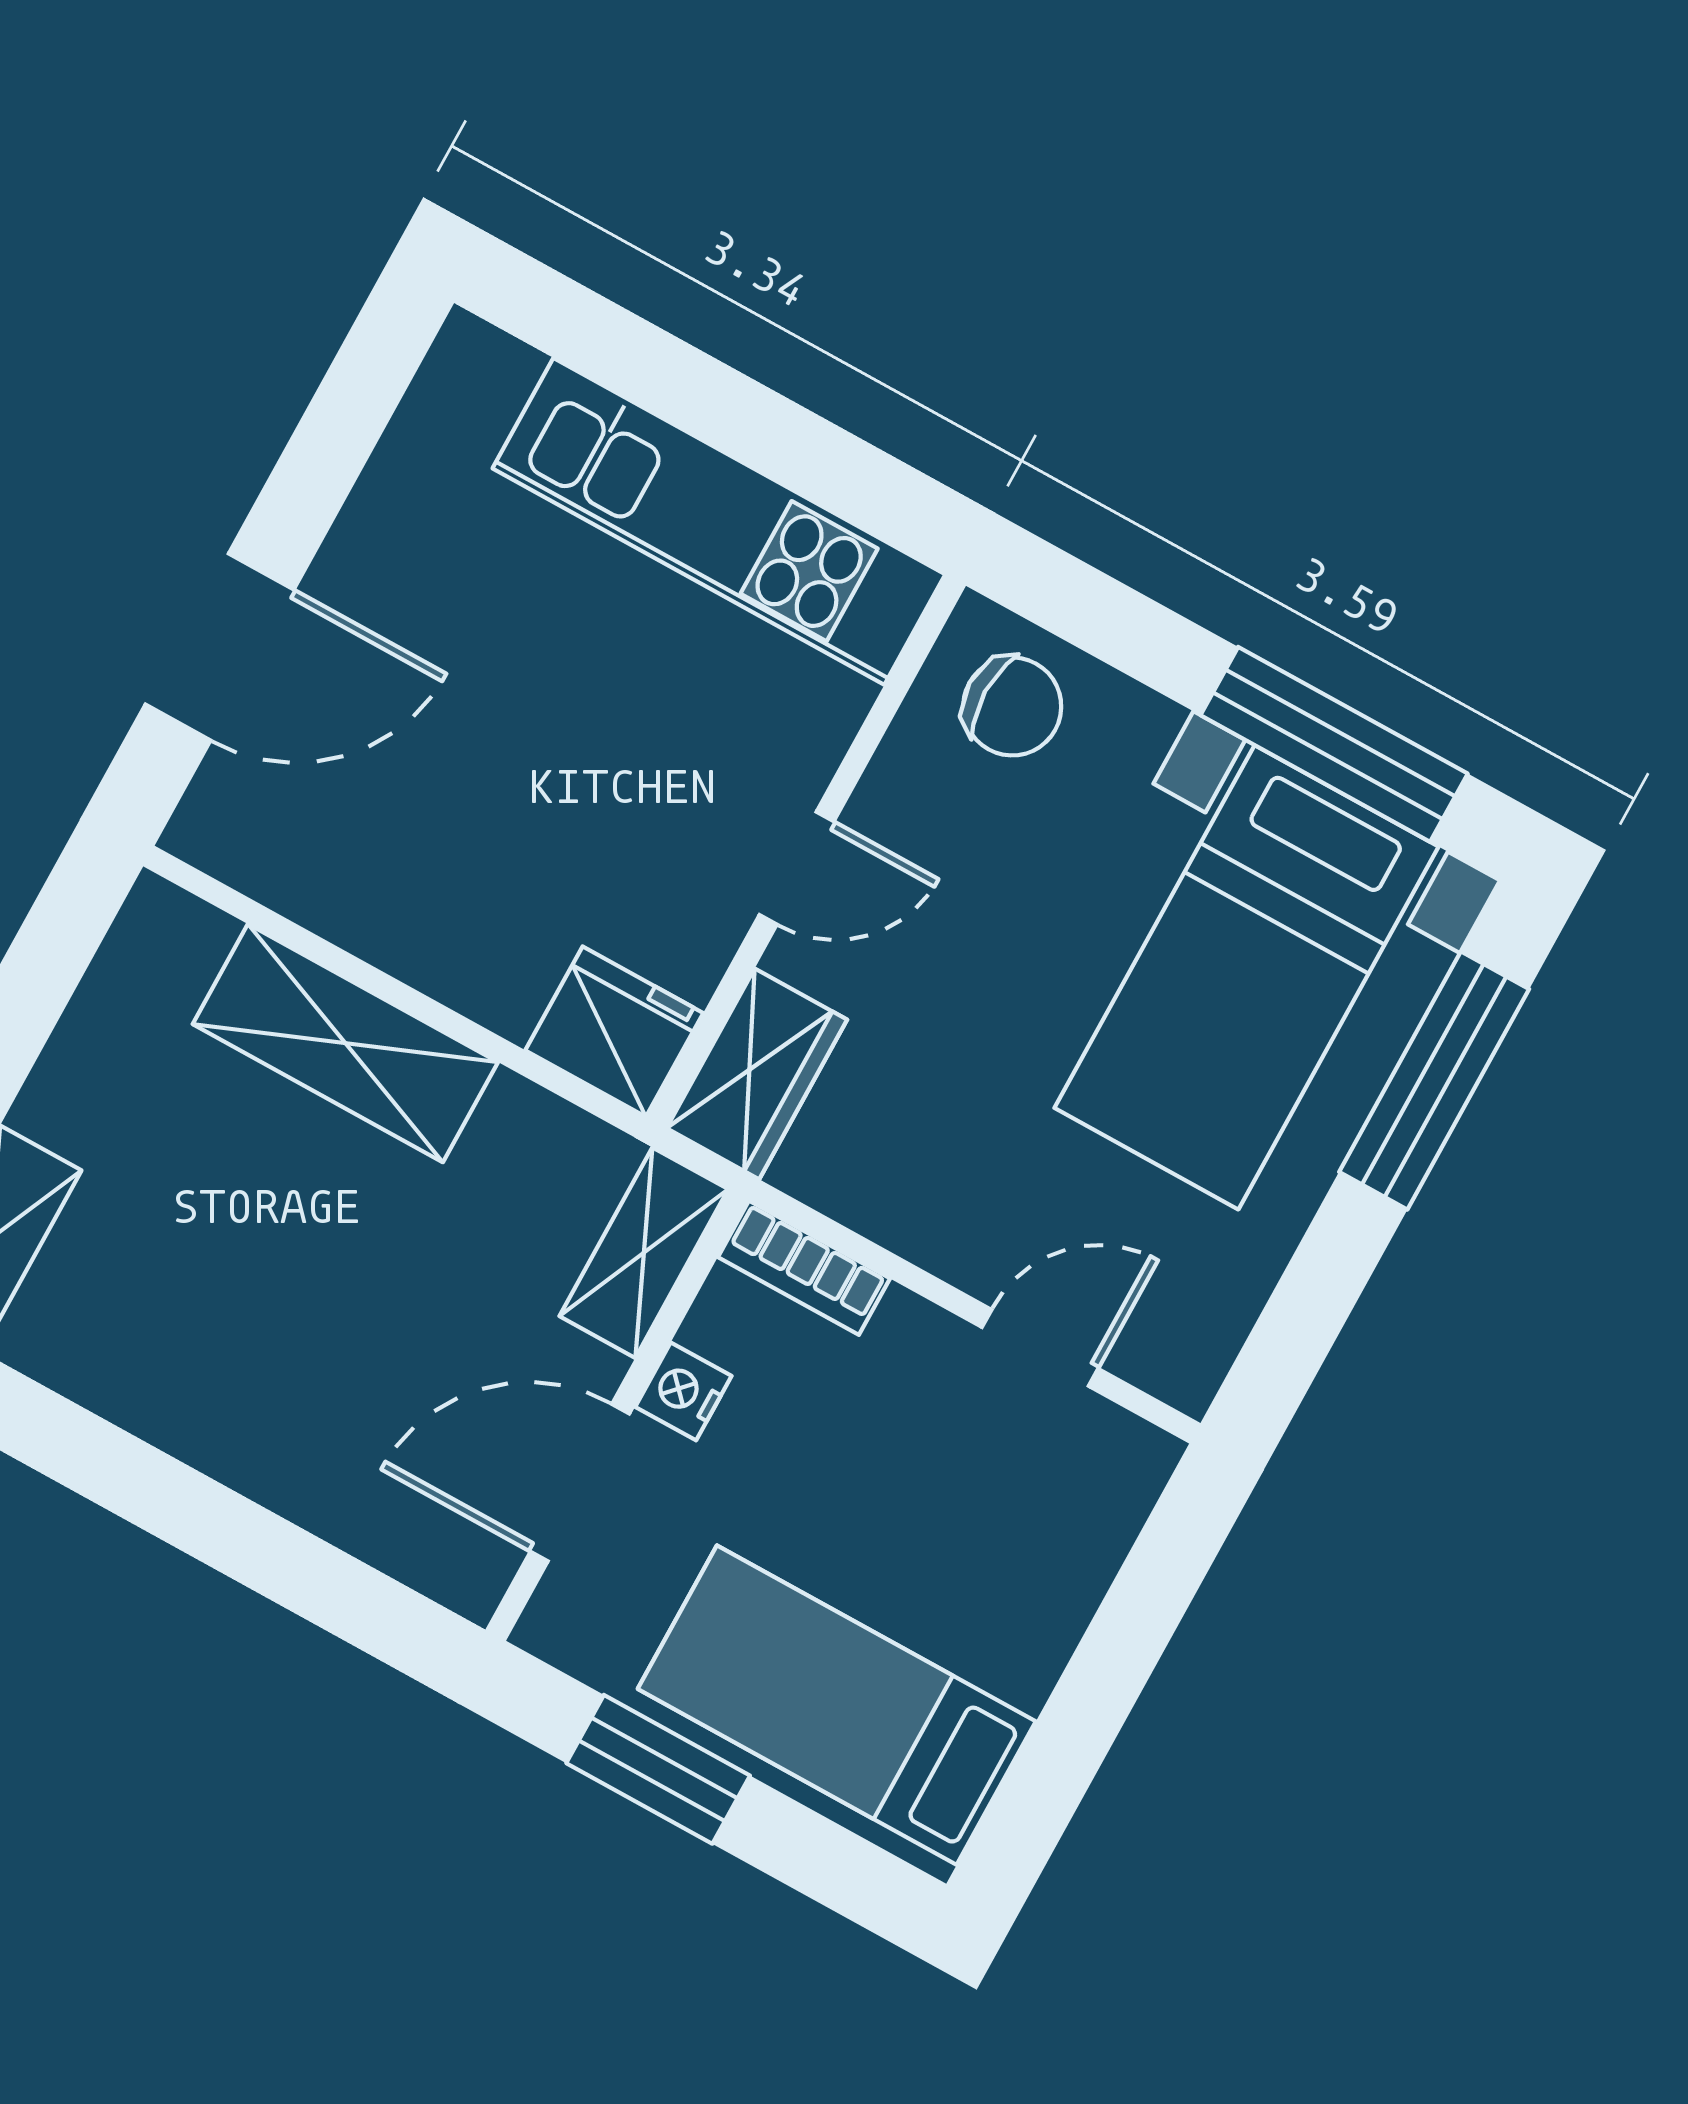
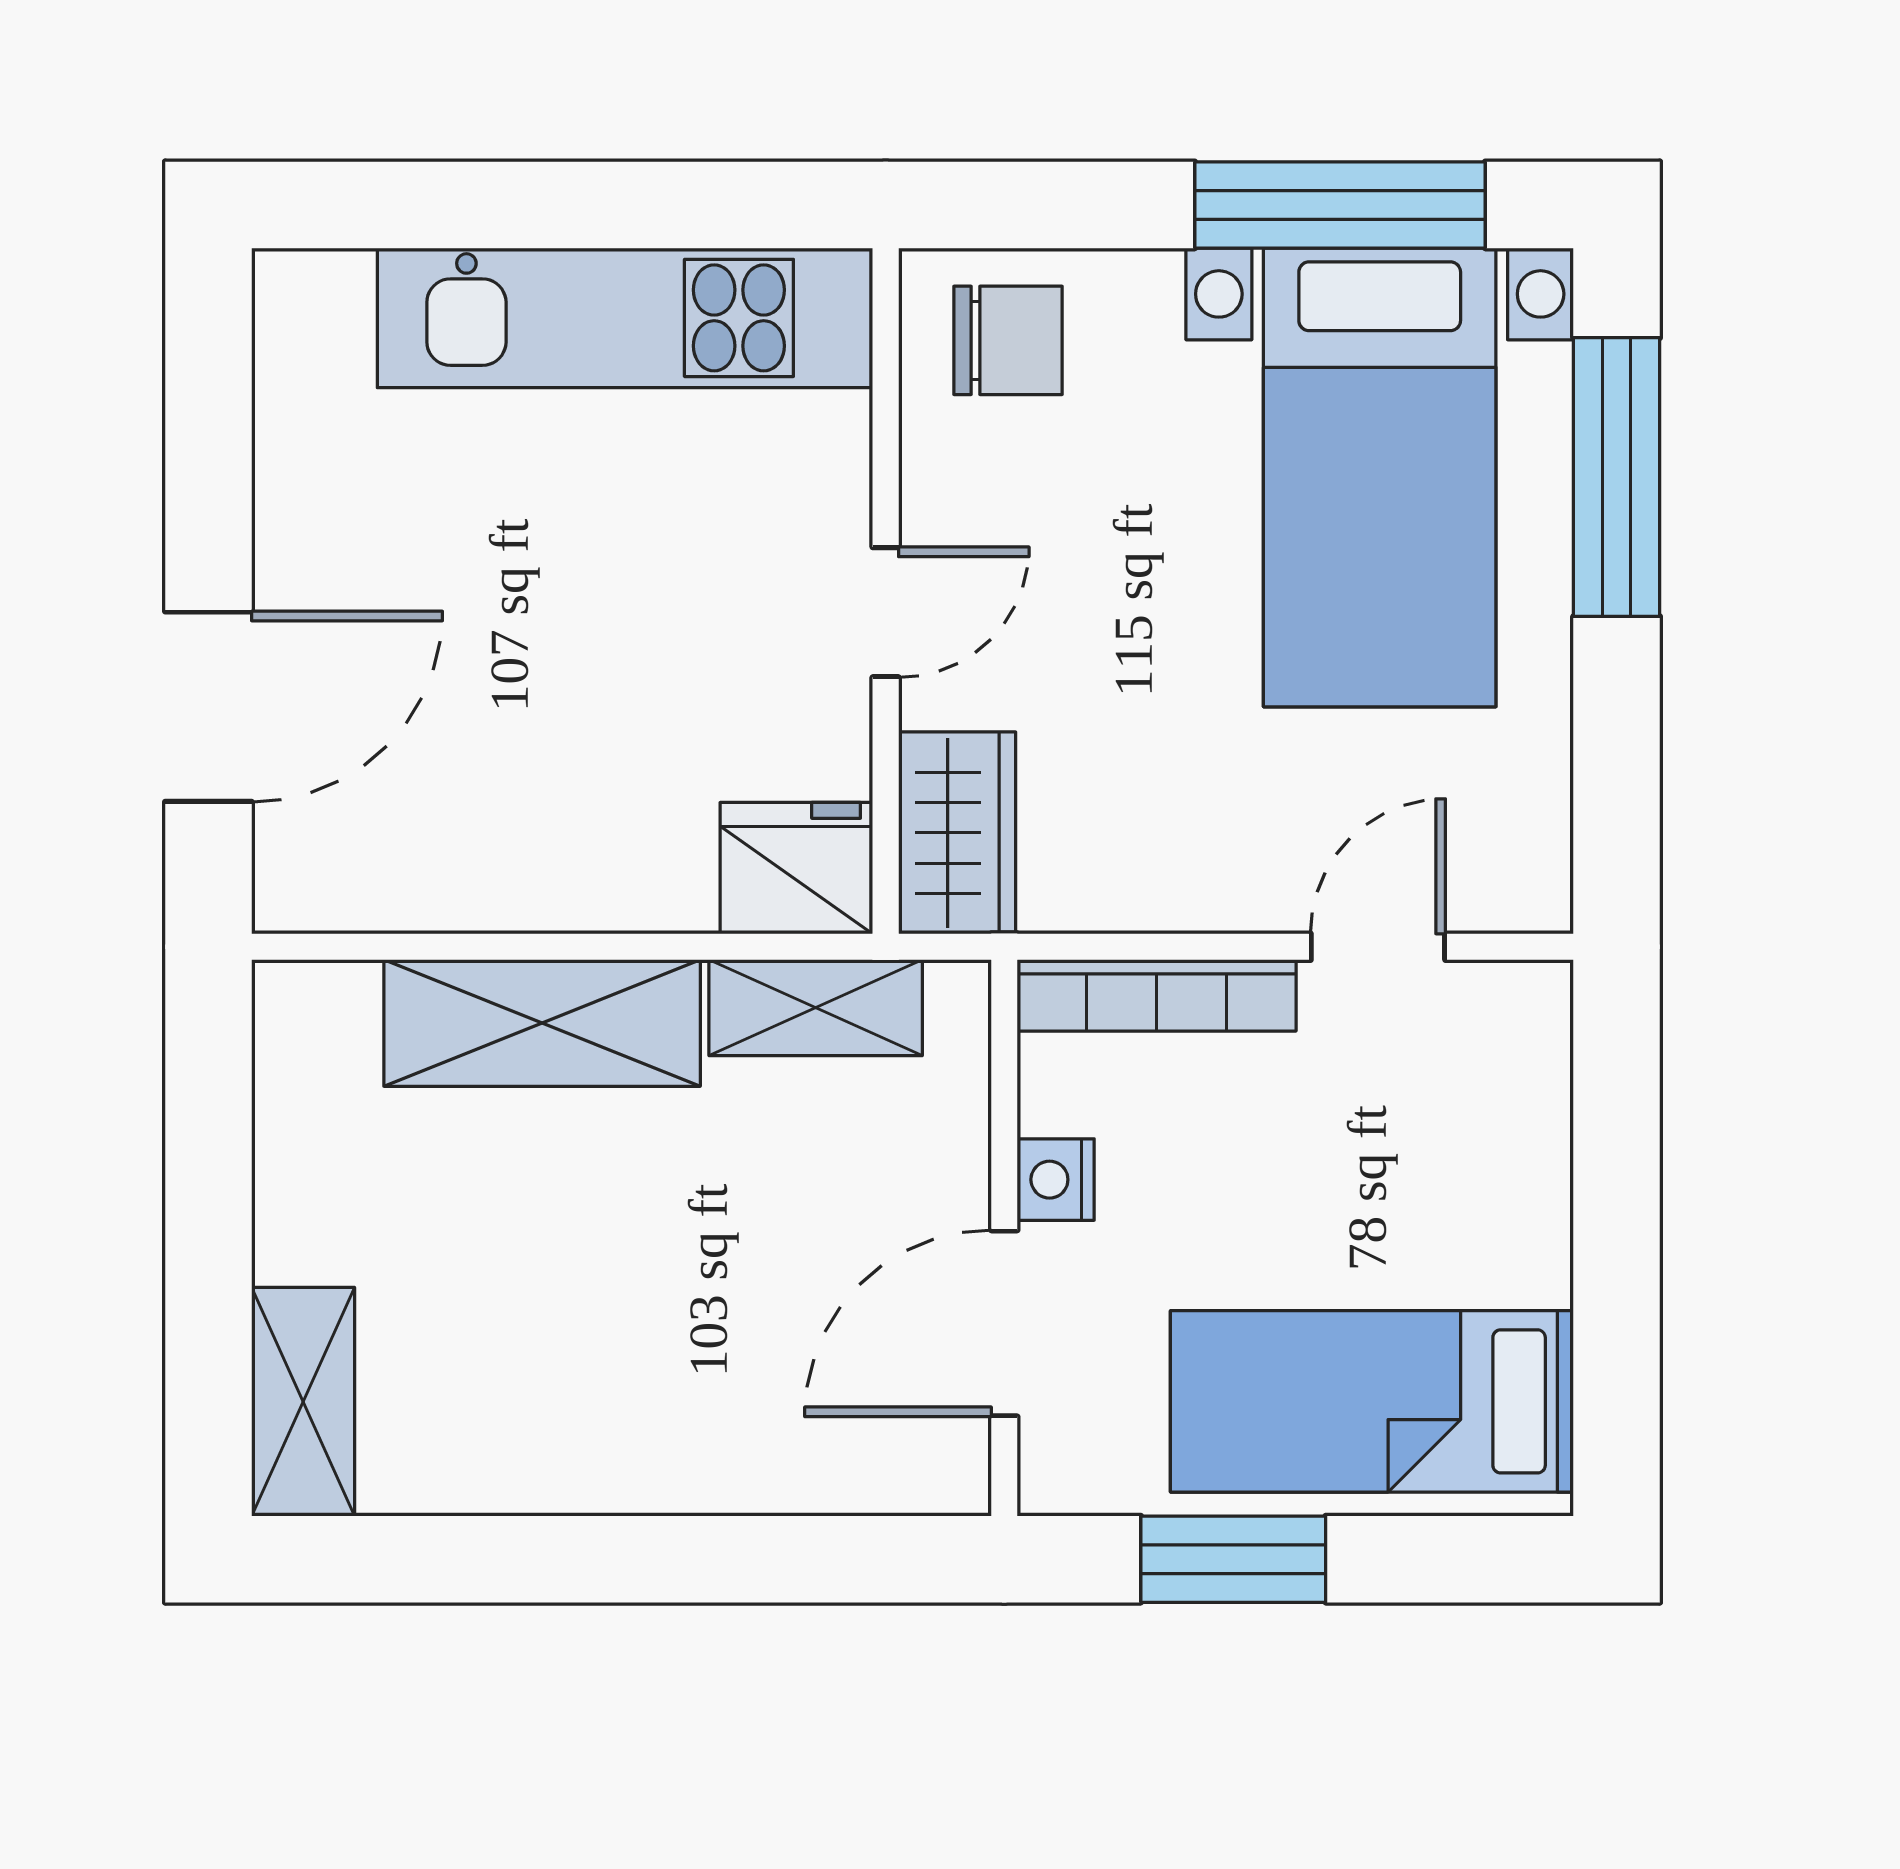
shelving: (644, 1253) -> (816, 1008), moved, turned 90
bookcase: (804, 1268) -> (1157, 995), width x1.56

